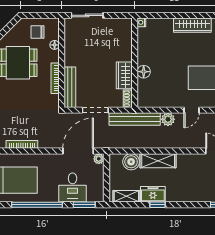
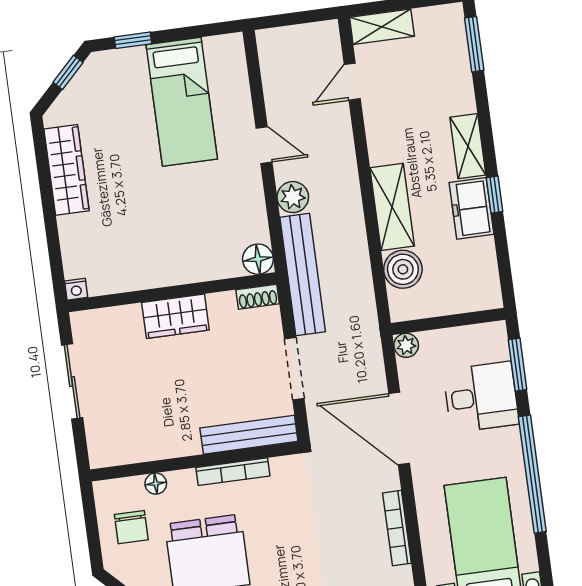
sliding door: (87, 15) -> (72, 382), moved
floor lamp: (144, 72) -> (258, 259), moved
wardrobe: (124, 75) -> (175, 316), moved
door: (78, 151) -> (399, 429), moved
shelving: (126, 196) -> (468, 146), moved

